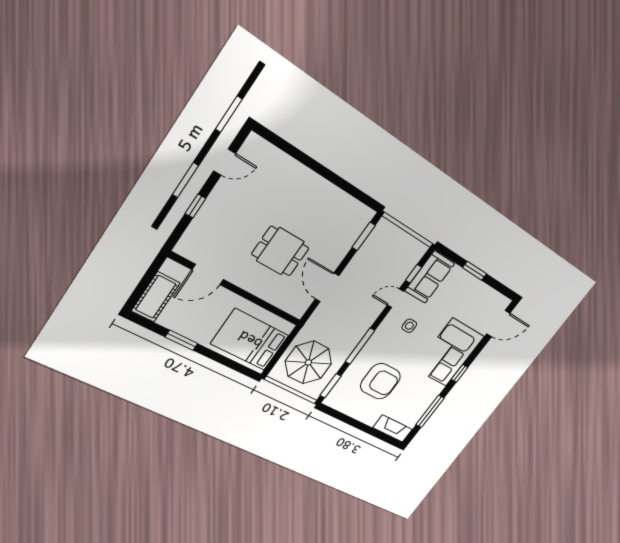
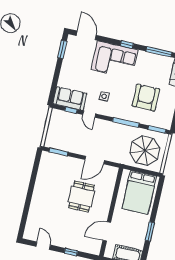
window: (474, 271) -> (62, 49), moved
door: (208, 275) -> (107, 231), swing flipped

